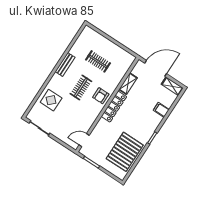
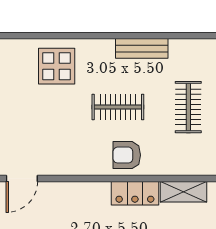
locker: (114, 107) -> (135, 193), width x0.66
door: (84, 140) -> (22, 178), swing flipped

